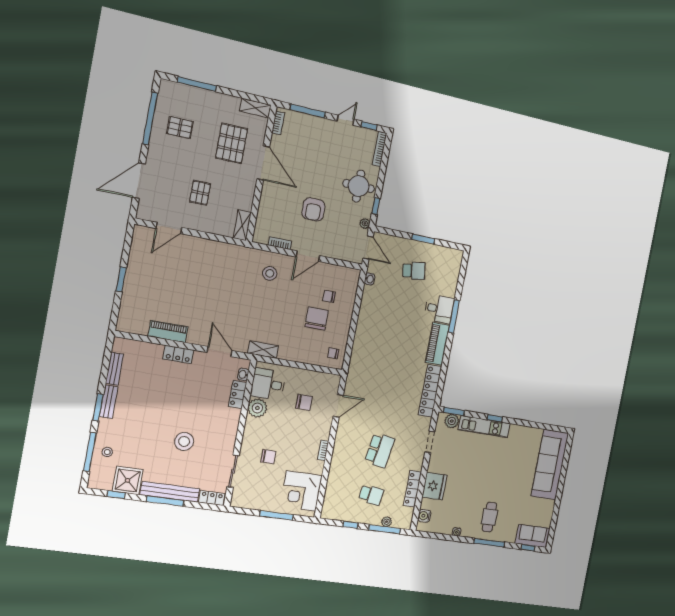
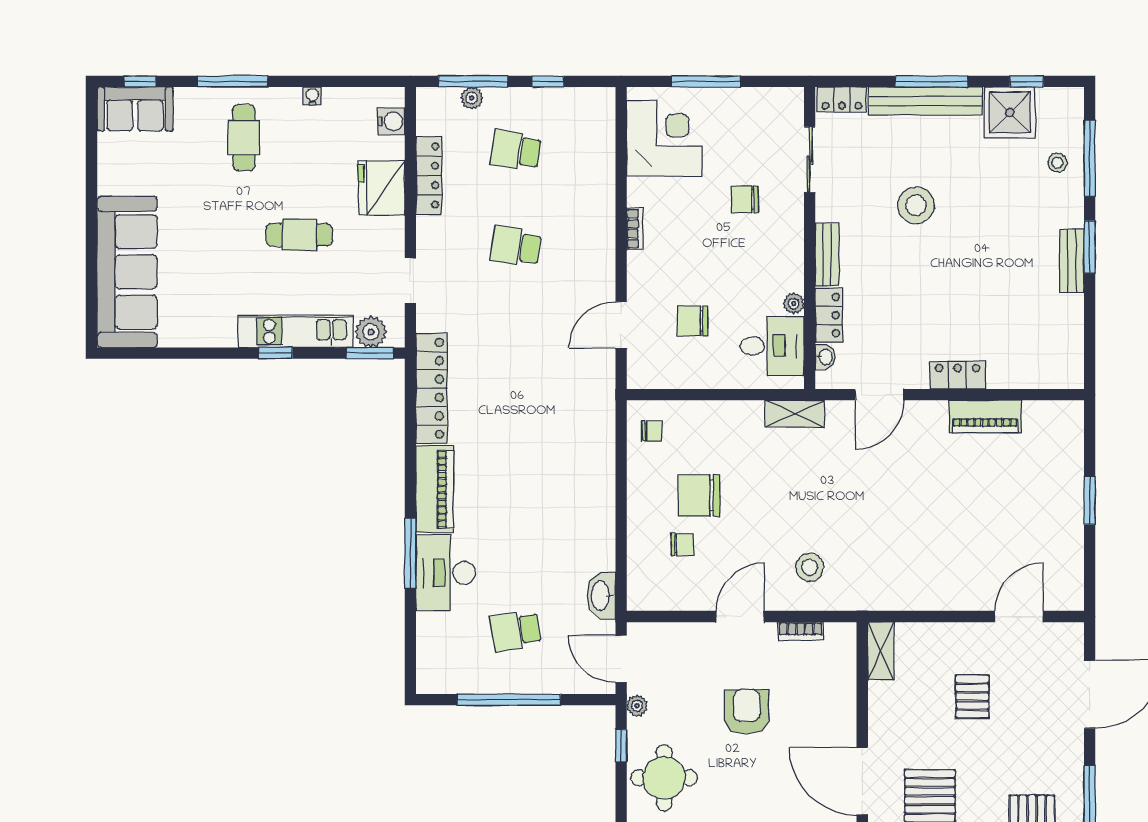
window: (423, 239) -> (509, 700), width x2.11
washbasin: (369, 279) -> (601, 596), width x1.91, depth x1.45
desk: (439, 309) -> (446, 573), width x1.37
chair: (317, 318) -> (699, 495), turned 90
door: (220, 351) -> (880, 395), hinge flipped
bench: (114, 369) -> (827, 254), moved
plant: (257, 408) -> (794, 304), width x0.53, depth x0.53
school desk: (380, 450) -> (516, 246), width x0.54
cafe table: (474, 470) -> (299, 235), added

